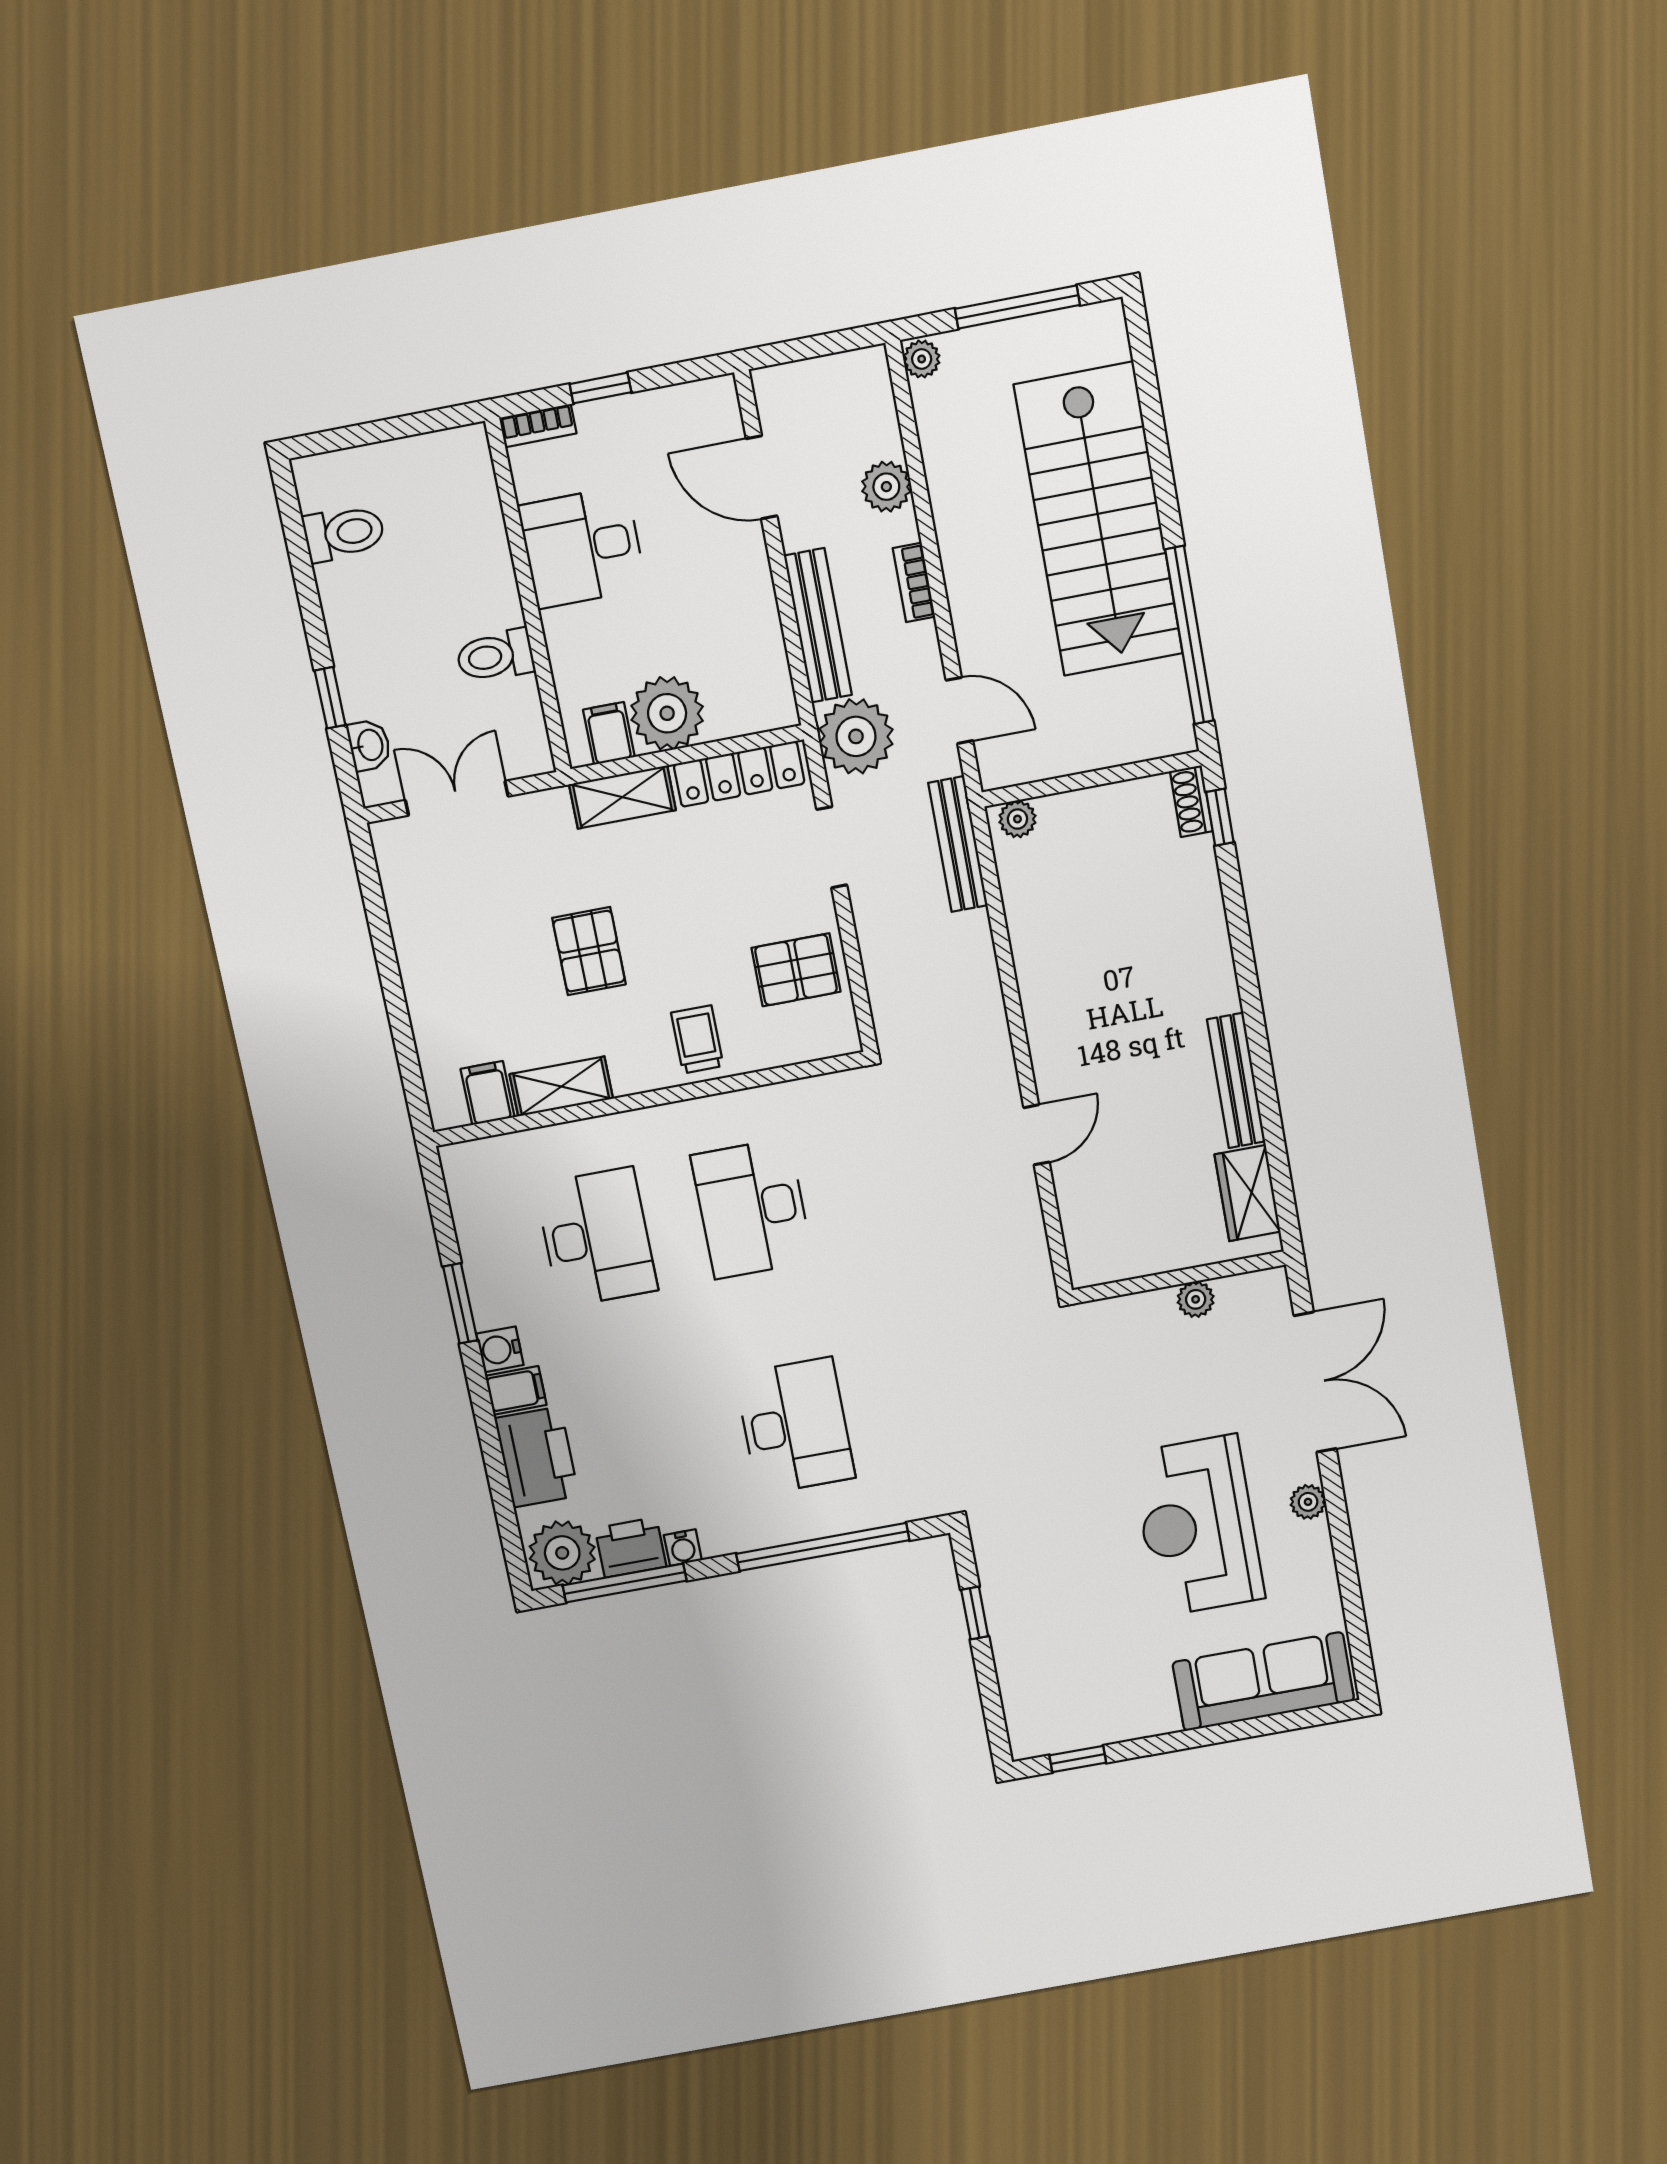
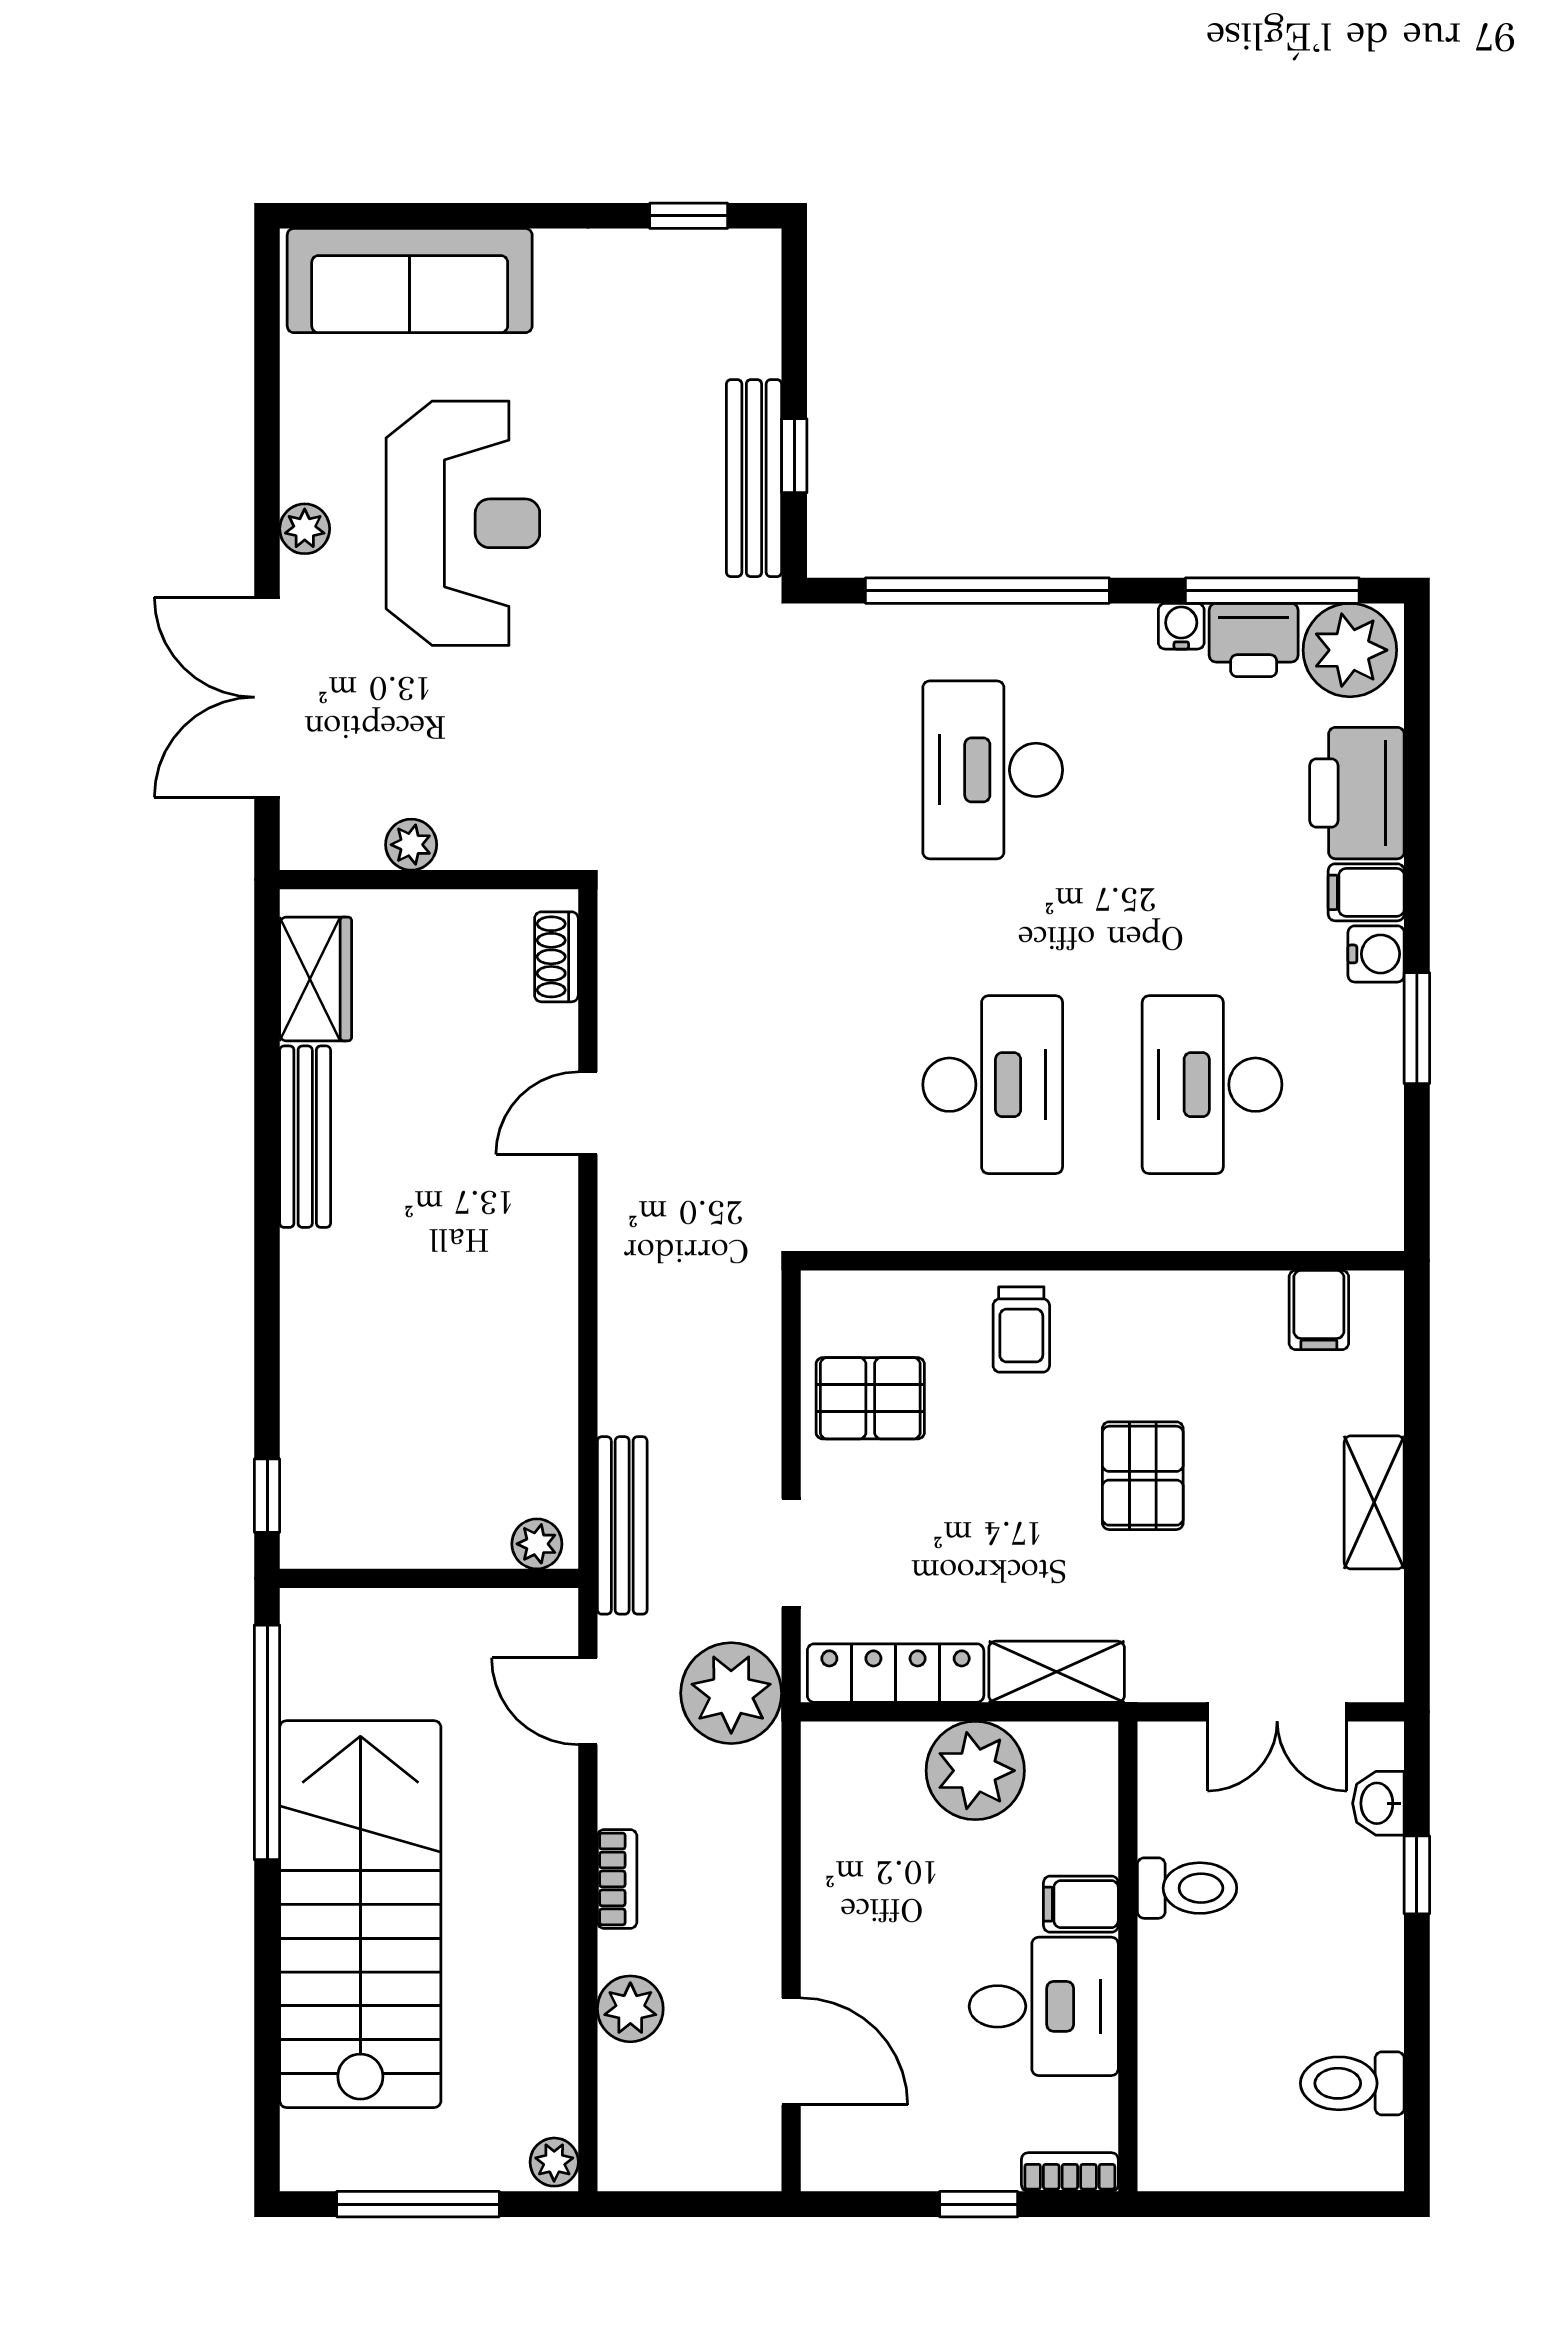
bench: (818, 625) -> (754, 478), moved
filing cabinet: (609, 733) -> (1081, 1904), moved, turned 90
shoe rack: (1191, 801) -> (556, 957), moved, turned 180
shelving: (561, 1086) -> (1374, 1502), moved, turned 90

